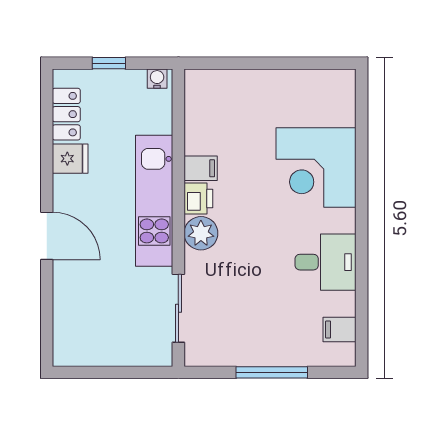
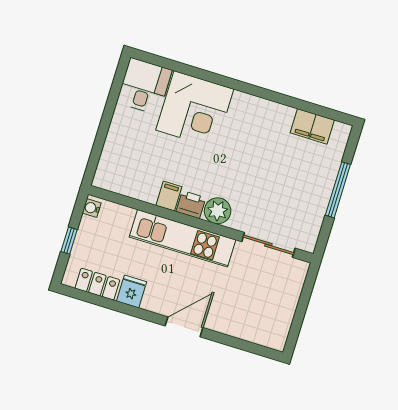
desk: (326, 262) -> (144, 86), moved
filing cabinet: (340, 329) -> (312, 126), width x2.00

